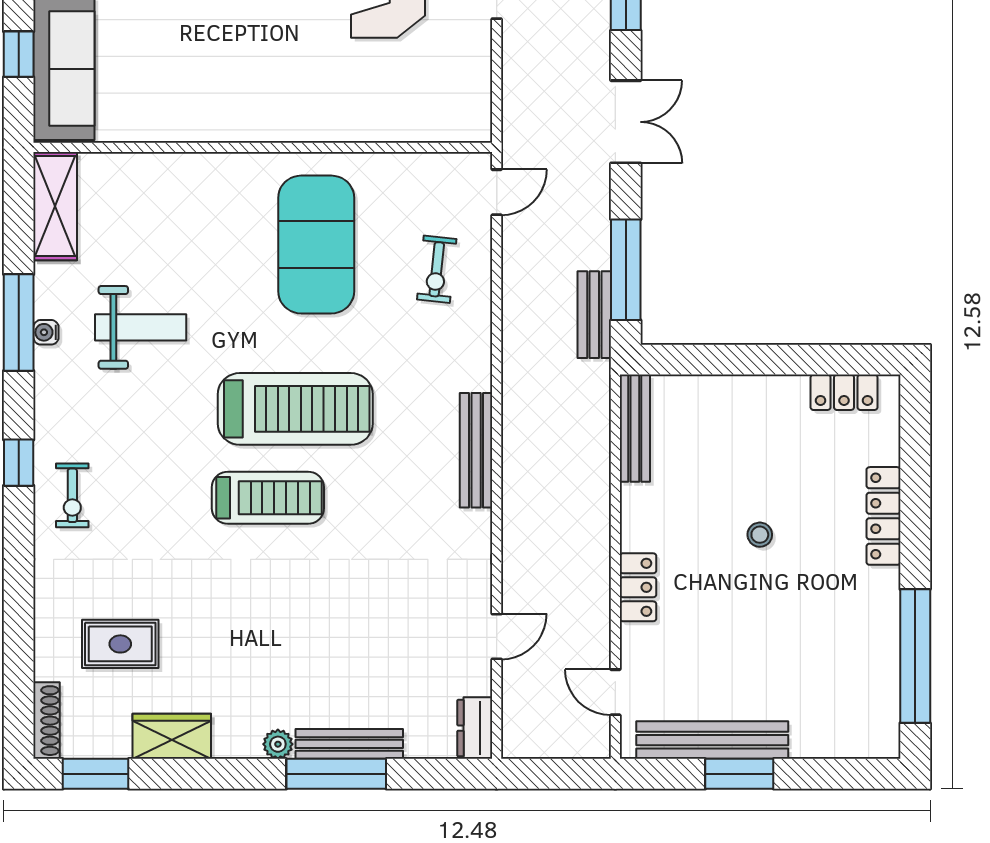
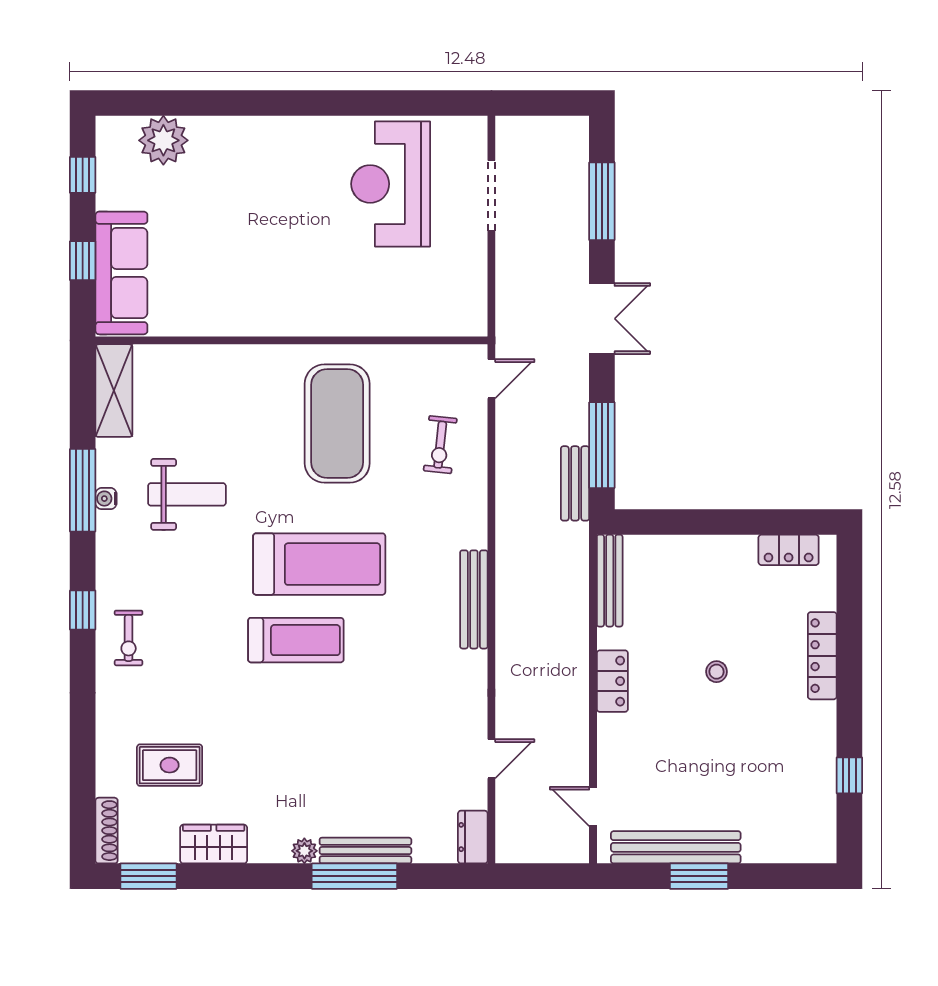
locker: (638, 587) -> (612, 681), moved
window: (915, 656) -> (849, 775), width x0.32

